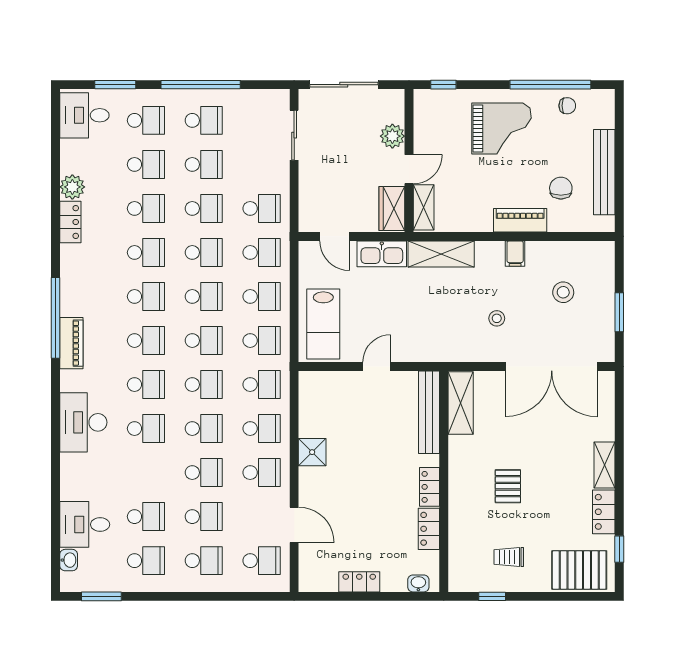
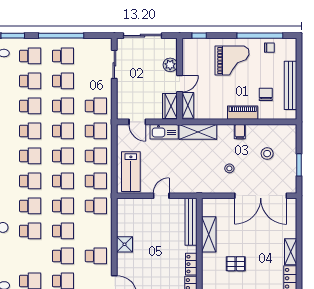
shelving: (461, 403) -> (209, 234), moved
school desk: (262, 429) -> (96, 231), removed
pallet: (508, 486) -> (236, 264), turned 90

